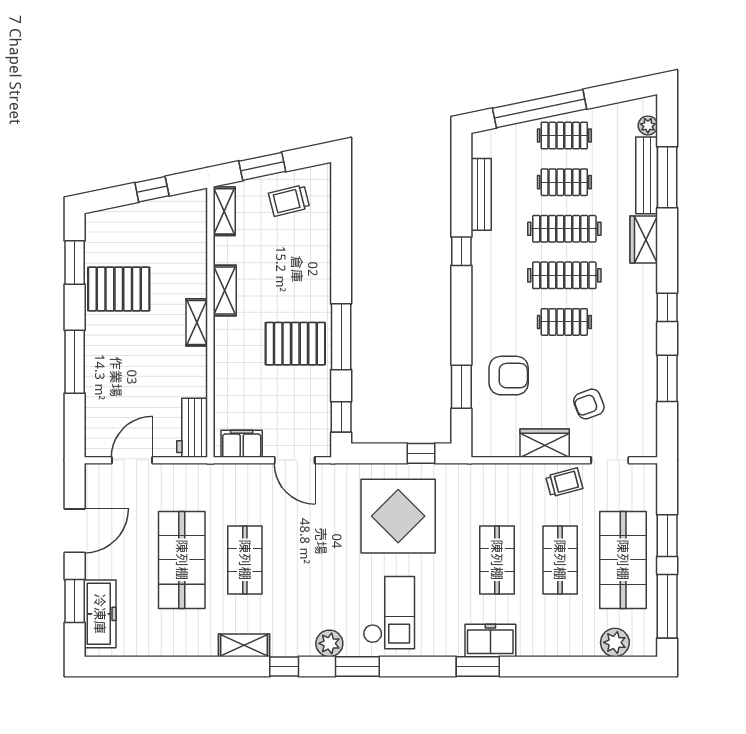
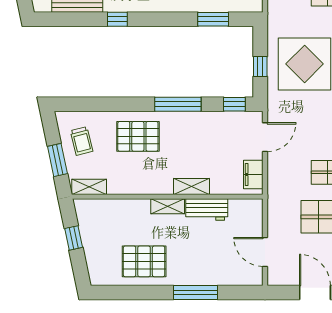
window: (75, 262) -> (125, 293), removed
pallet: (119, 289) -> (144, 261), turned 90
shelving: (225, 290) -> (191, 186), moved
pallet: (295, 344) -> (138, 136), moved, turned 90
workbench: (192, 428) -> (207, 209), moved
window: (421, 453) -> (260, 67), moved

